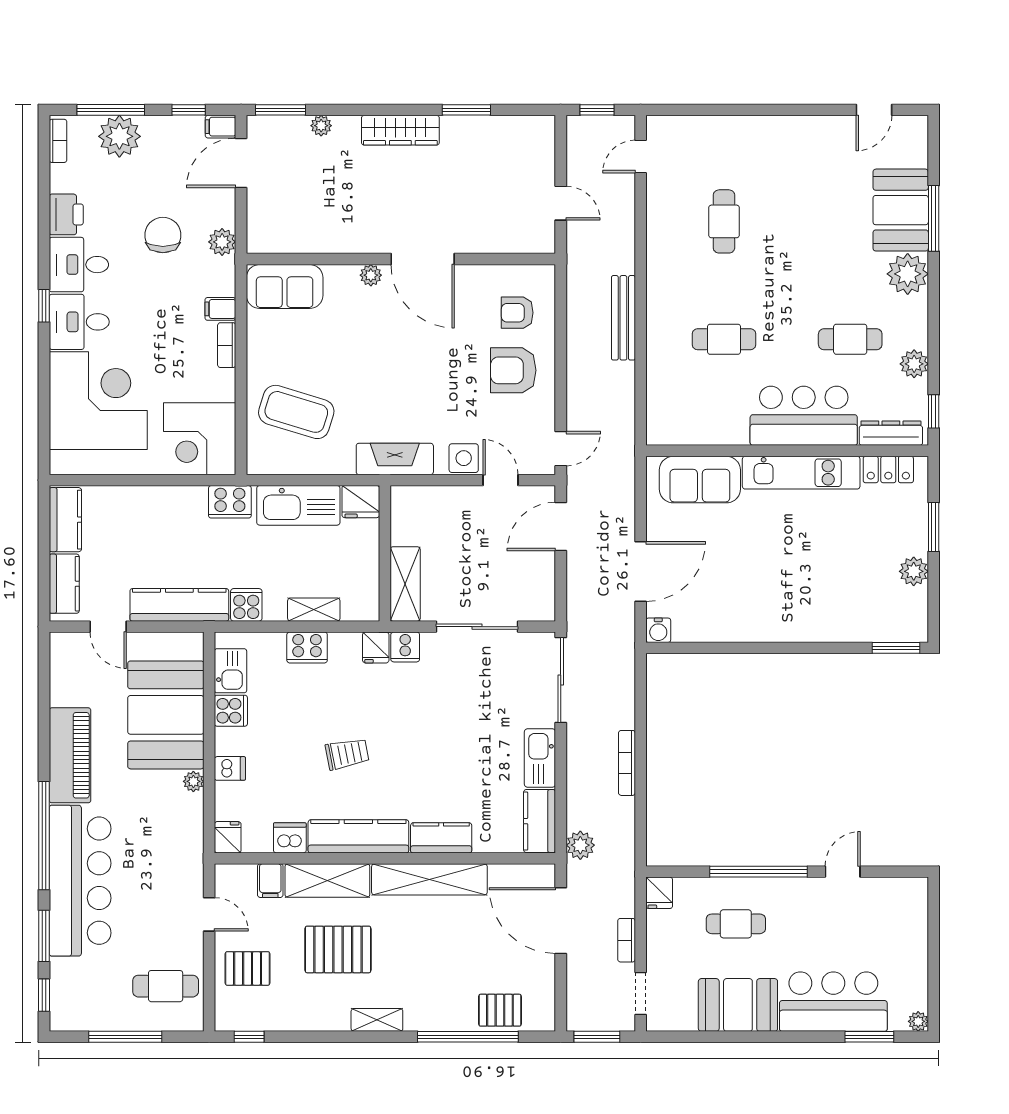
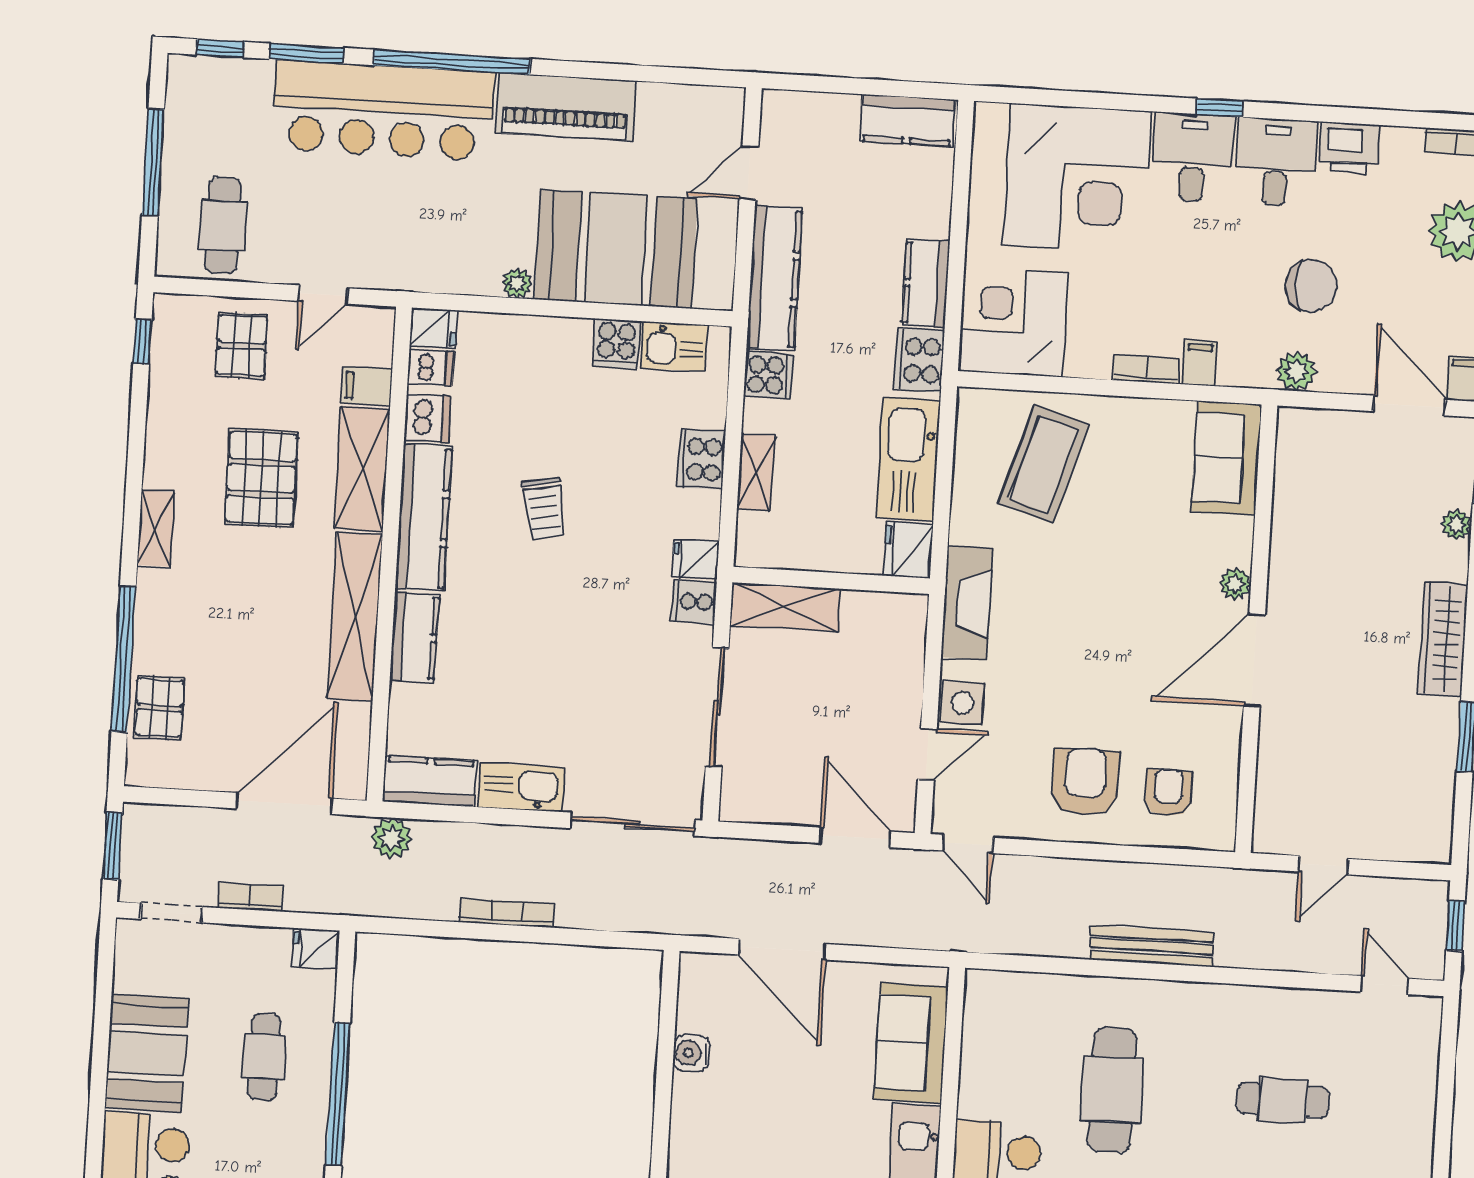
cafe table: (724, 339) -> (1112, 1090), width x1.37, depth x1.35
kitchen counter: (64, 584) -> (926, 283), moved, turned 90
water cooler: (658, 630) -> (691, 1053), moved
dishwasher: (230, 768) -> (431, 368), moved, turned -90

